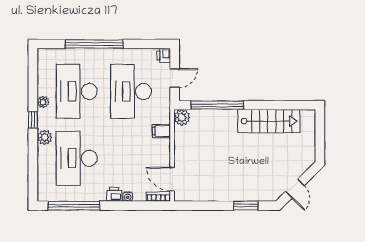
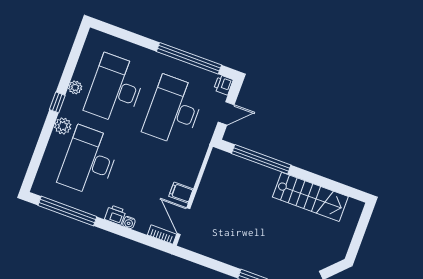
window: (94, 44) -> (189, 58), moved
plant: (182, 117) -> (218, 159), removed
filing cabinet: (161, 131) -> (181, 193), moved

